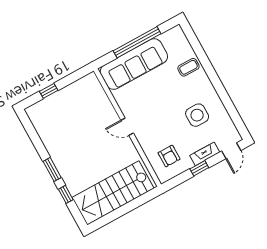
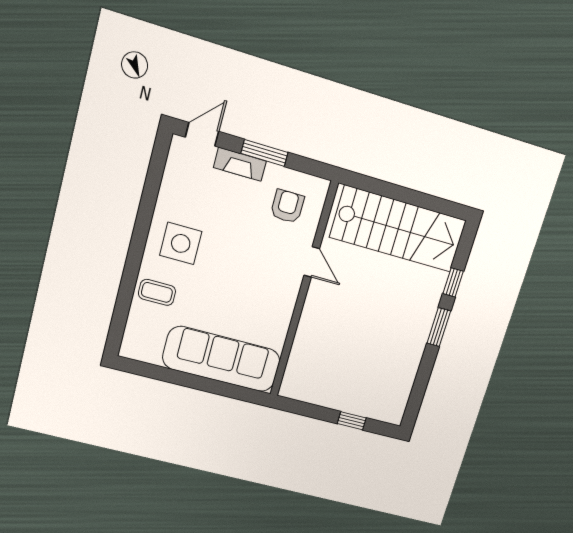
window: (137, 42) -> (192, 381), removed
side table: (197, 115) -> (181, 243), moved
door: (127, 127) -> (312, 262), moved
window: (199, 168) -> (265, 153), width x1.50

